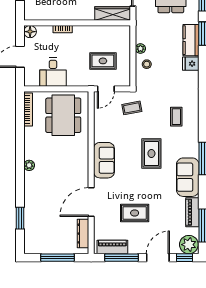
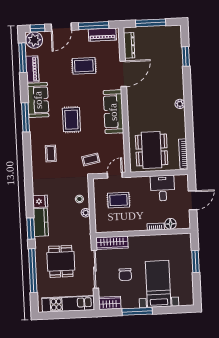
floor lamp: (30, 32) -> (170, 224), moved
sofa: (104, 160) -> (113, 112), width x1.36

